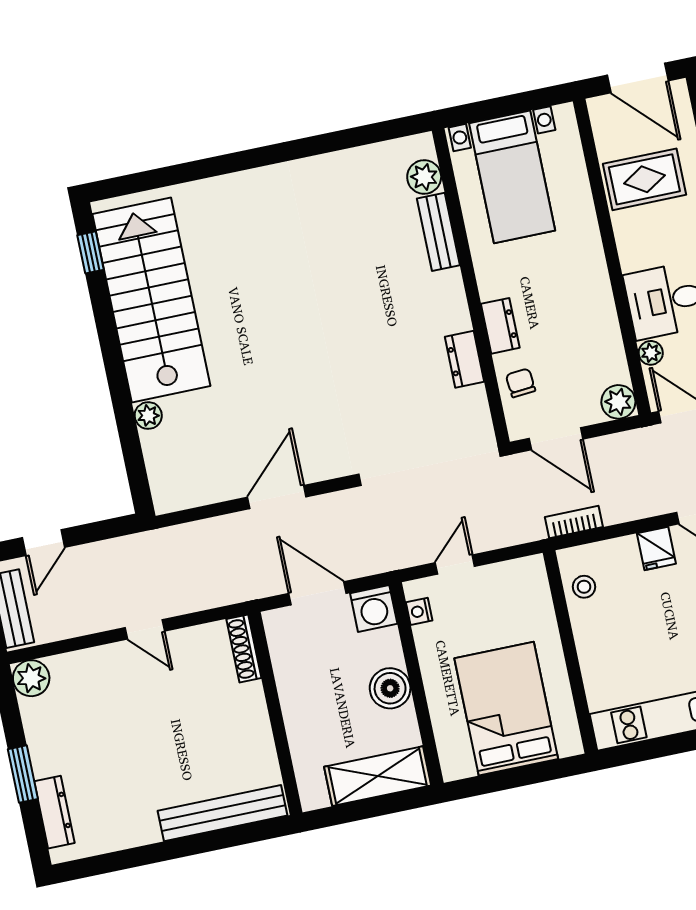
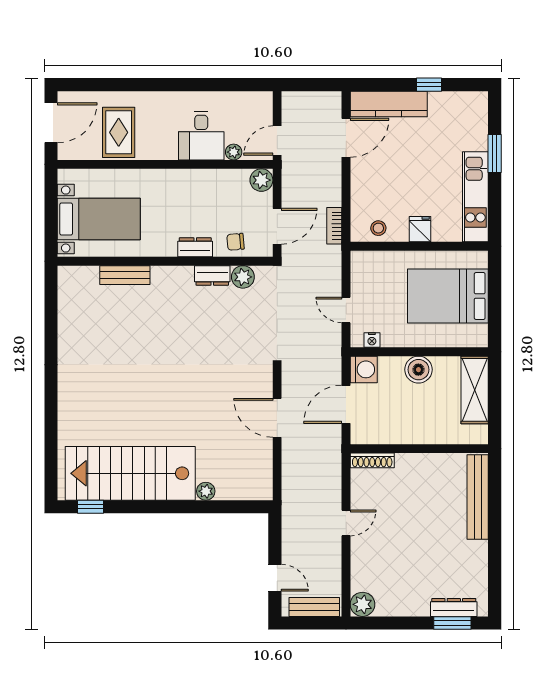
plant: (424, 177) -> (243, 277), moved
fridge: (656, 548) -> (420, 229), moved, turned -90
window: (23, 774) -> (452, 623), moved

